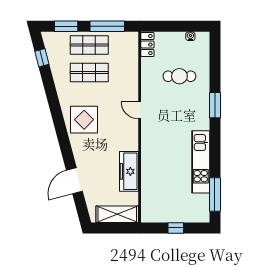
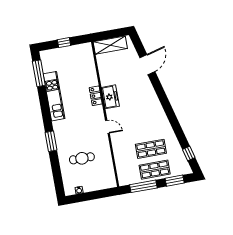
locker: (147, 45) -> (96, 96), moved
display table: (84, 120) -> (148, 112), removed
freezer: (129, 171) -> (110, 97), moved, width x0.71

